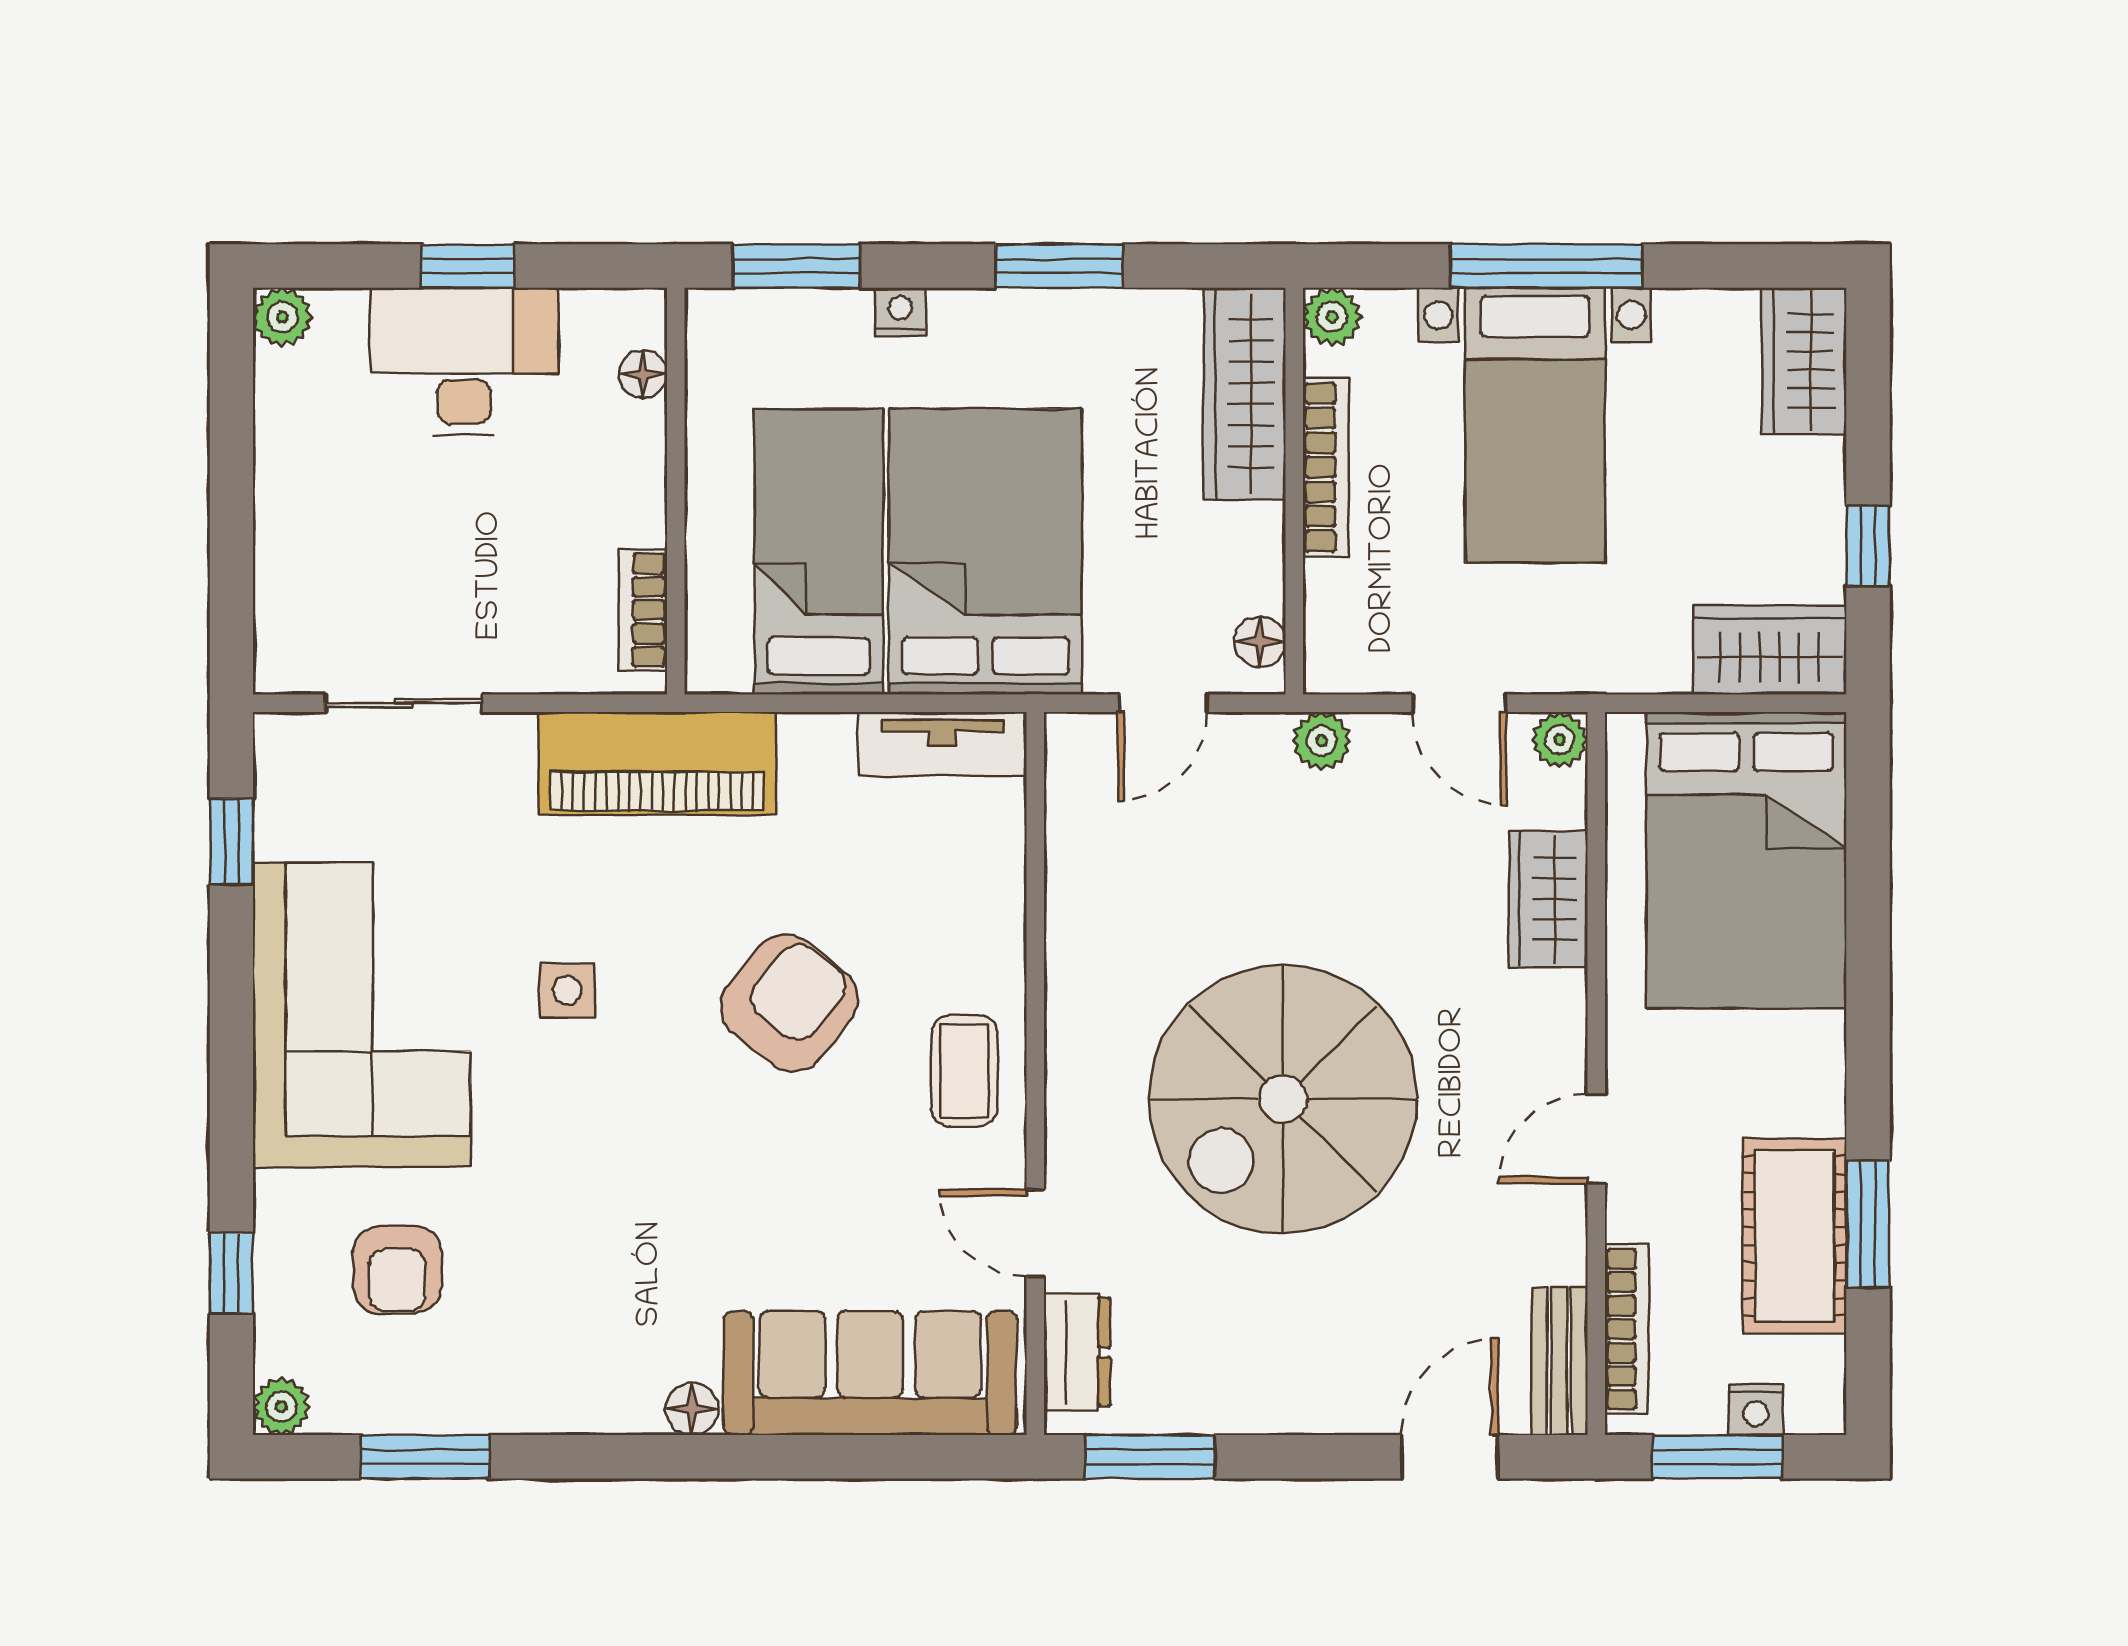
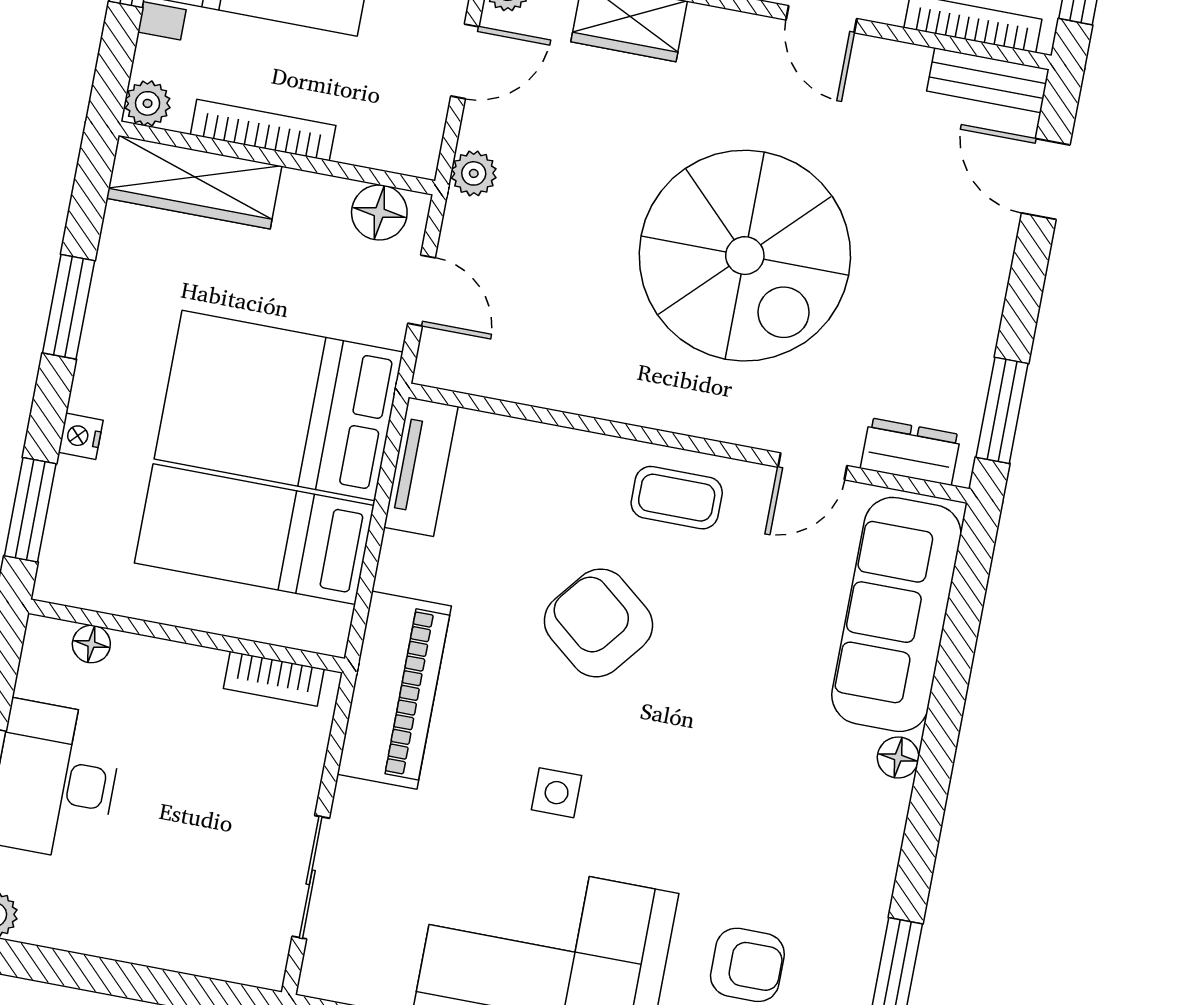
floor lamp: (1260, 642) -> (379, 212), width x1.37, depth x1.37

